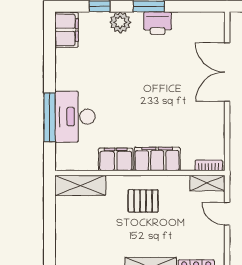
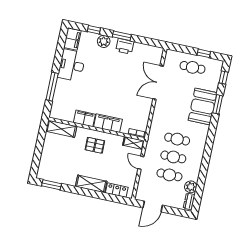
desk: (75, 117) -> (72, 65), moved

